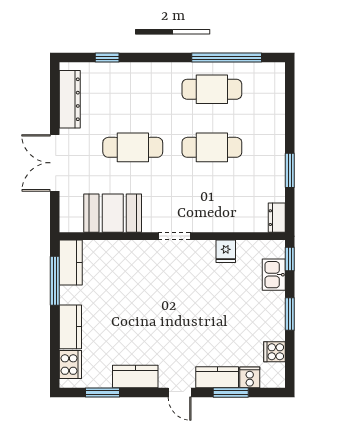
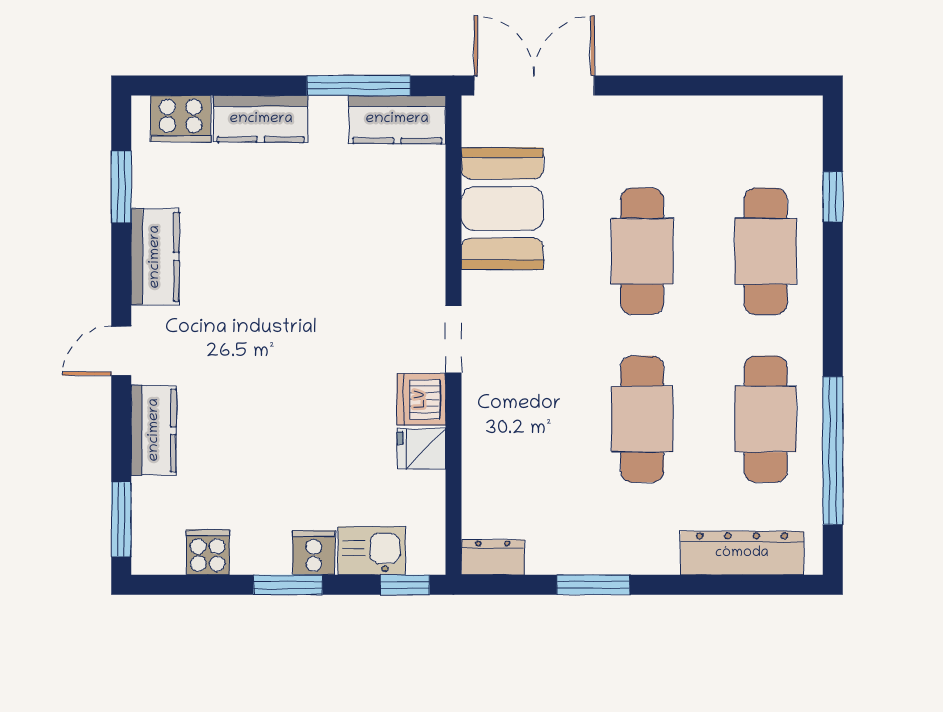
cafe table: (133, 89) -> (766, 251), added
dresser: (70, 99) -> (742, 553), moved, turned 180
double door: (55, 163) -> (534, 86), moved
dishwasher: (203, 251) -> (421, 399), added
cooker: (250, 377) -> (314, 553), moved, turned -90
window: (231, 393) -> (121, 519), moved

